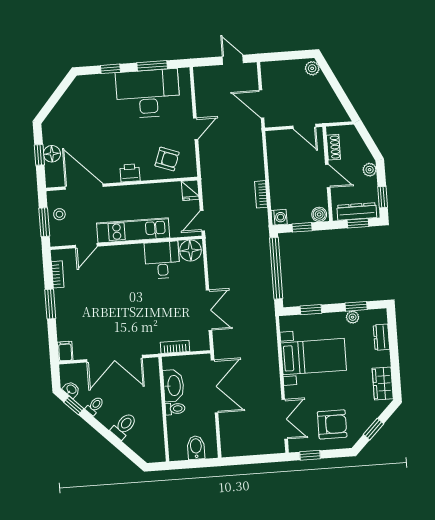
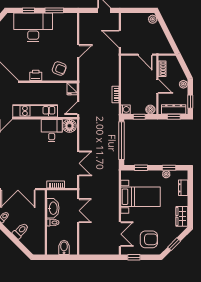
desk: (148, 94) -> (33, 27), moved
double door: (215, 386) -> (78, 211), width x0.73

